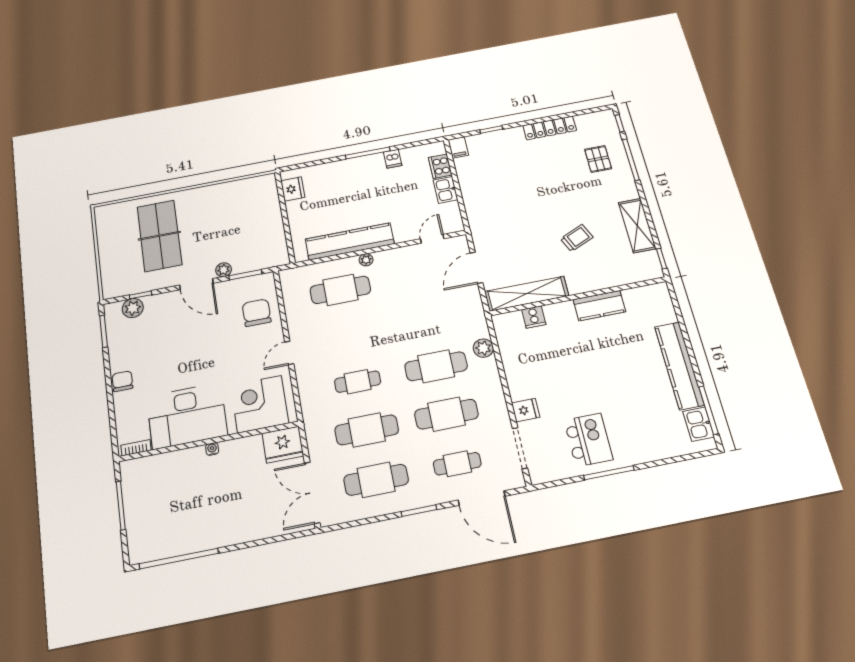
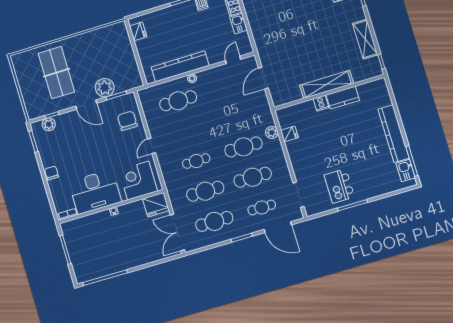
trolley: (577, 238) -> (326, 51), removed
plant: (224, 270) -> (105, 88), width x1.88, depth x1.88
shelving: (527, 294) -> (327, 84), moved
cooker: (534, 317) -> (321, 103), moved
fridge: (526, 410) -> (289, 134), moved
kitchen island: (588, 440) -> (339, 186), turned 180

